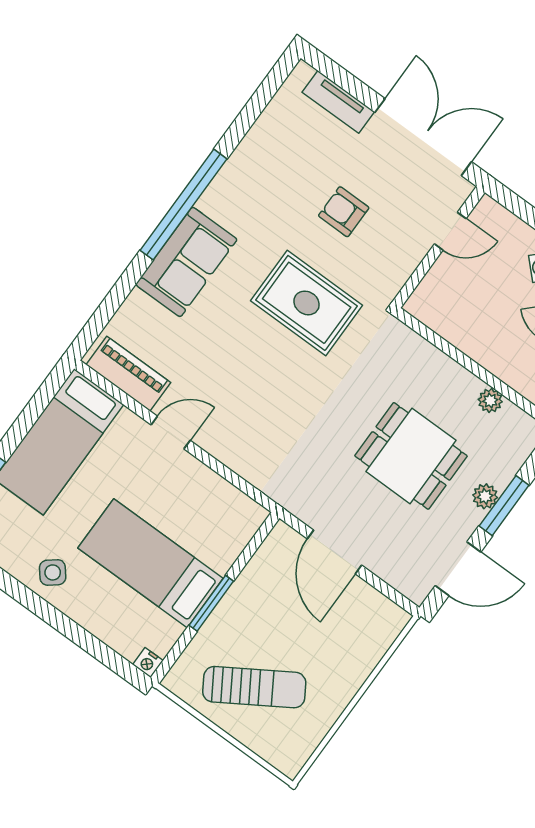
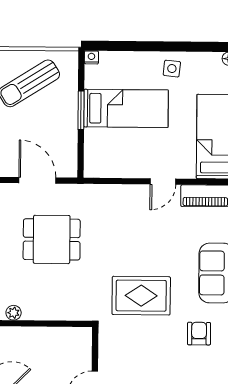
armchair: (344, 212) -> (199, 334), moved, turned -90
dining table: (411, 456) -> (52, 239), moved
side table: (53, 572) -> (172, 69), turned 45

